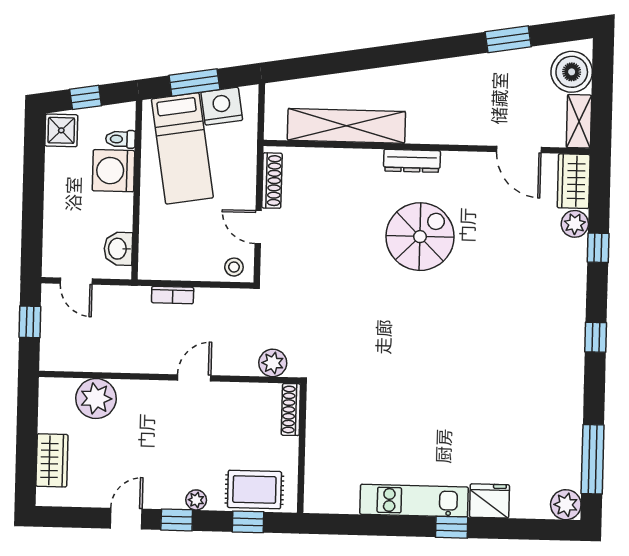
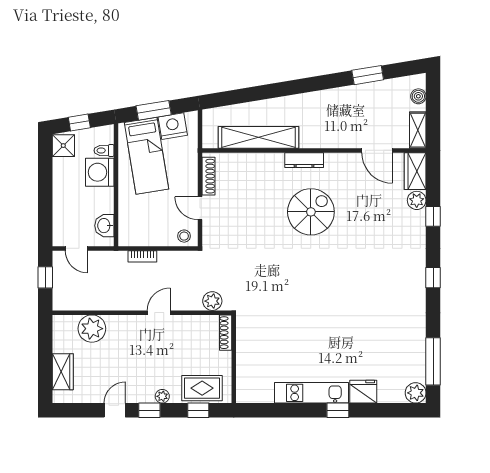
boiler: (572, 72) -> (418, 96), width x0.54, depth x0.54

